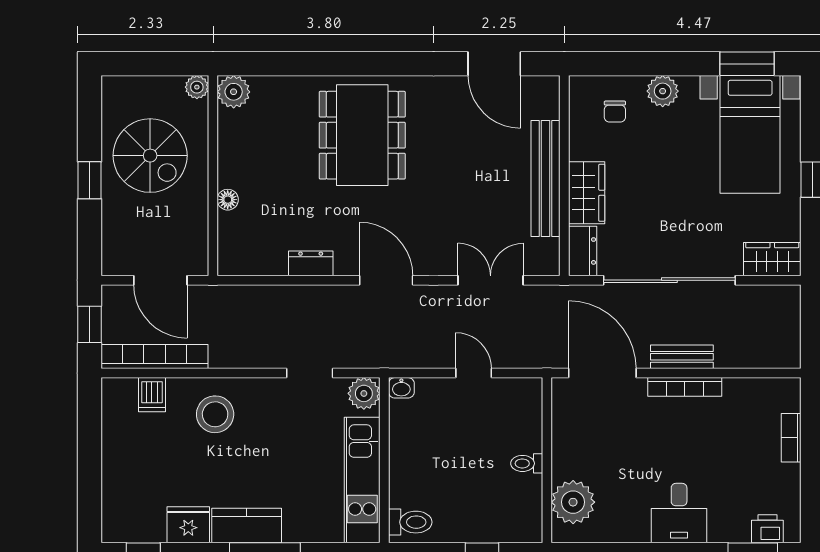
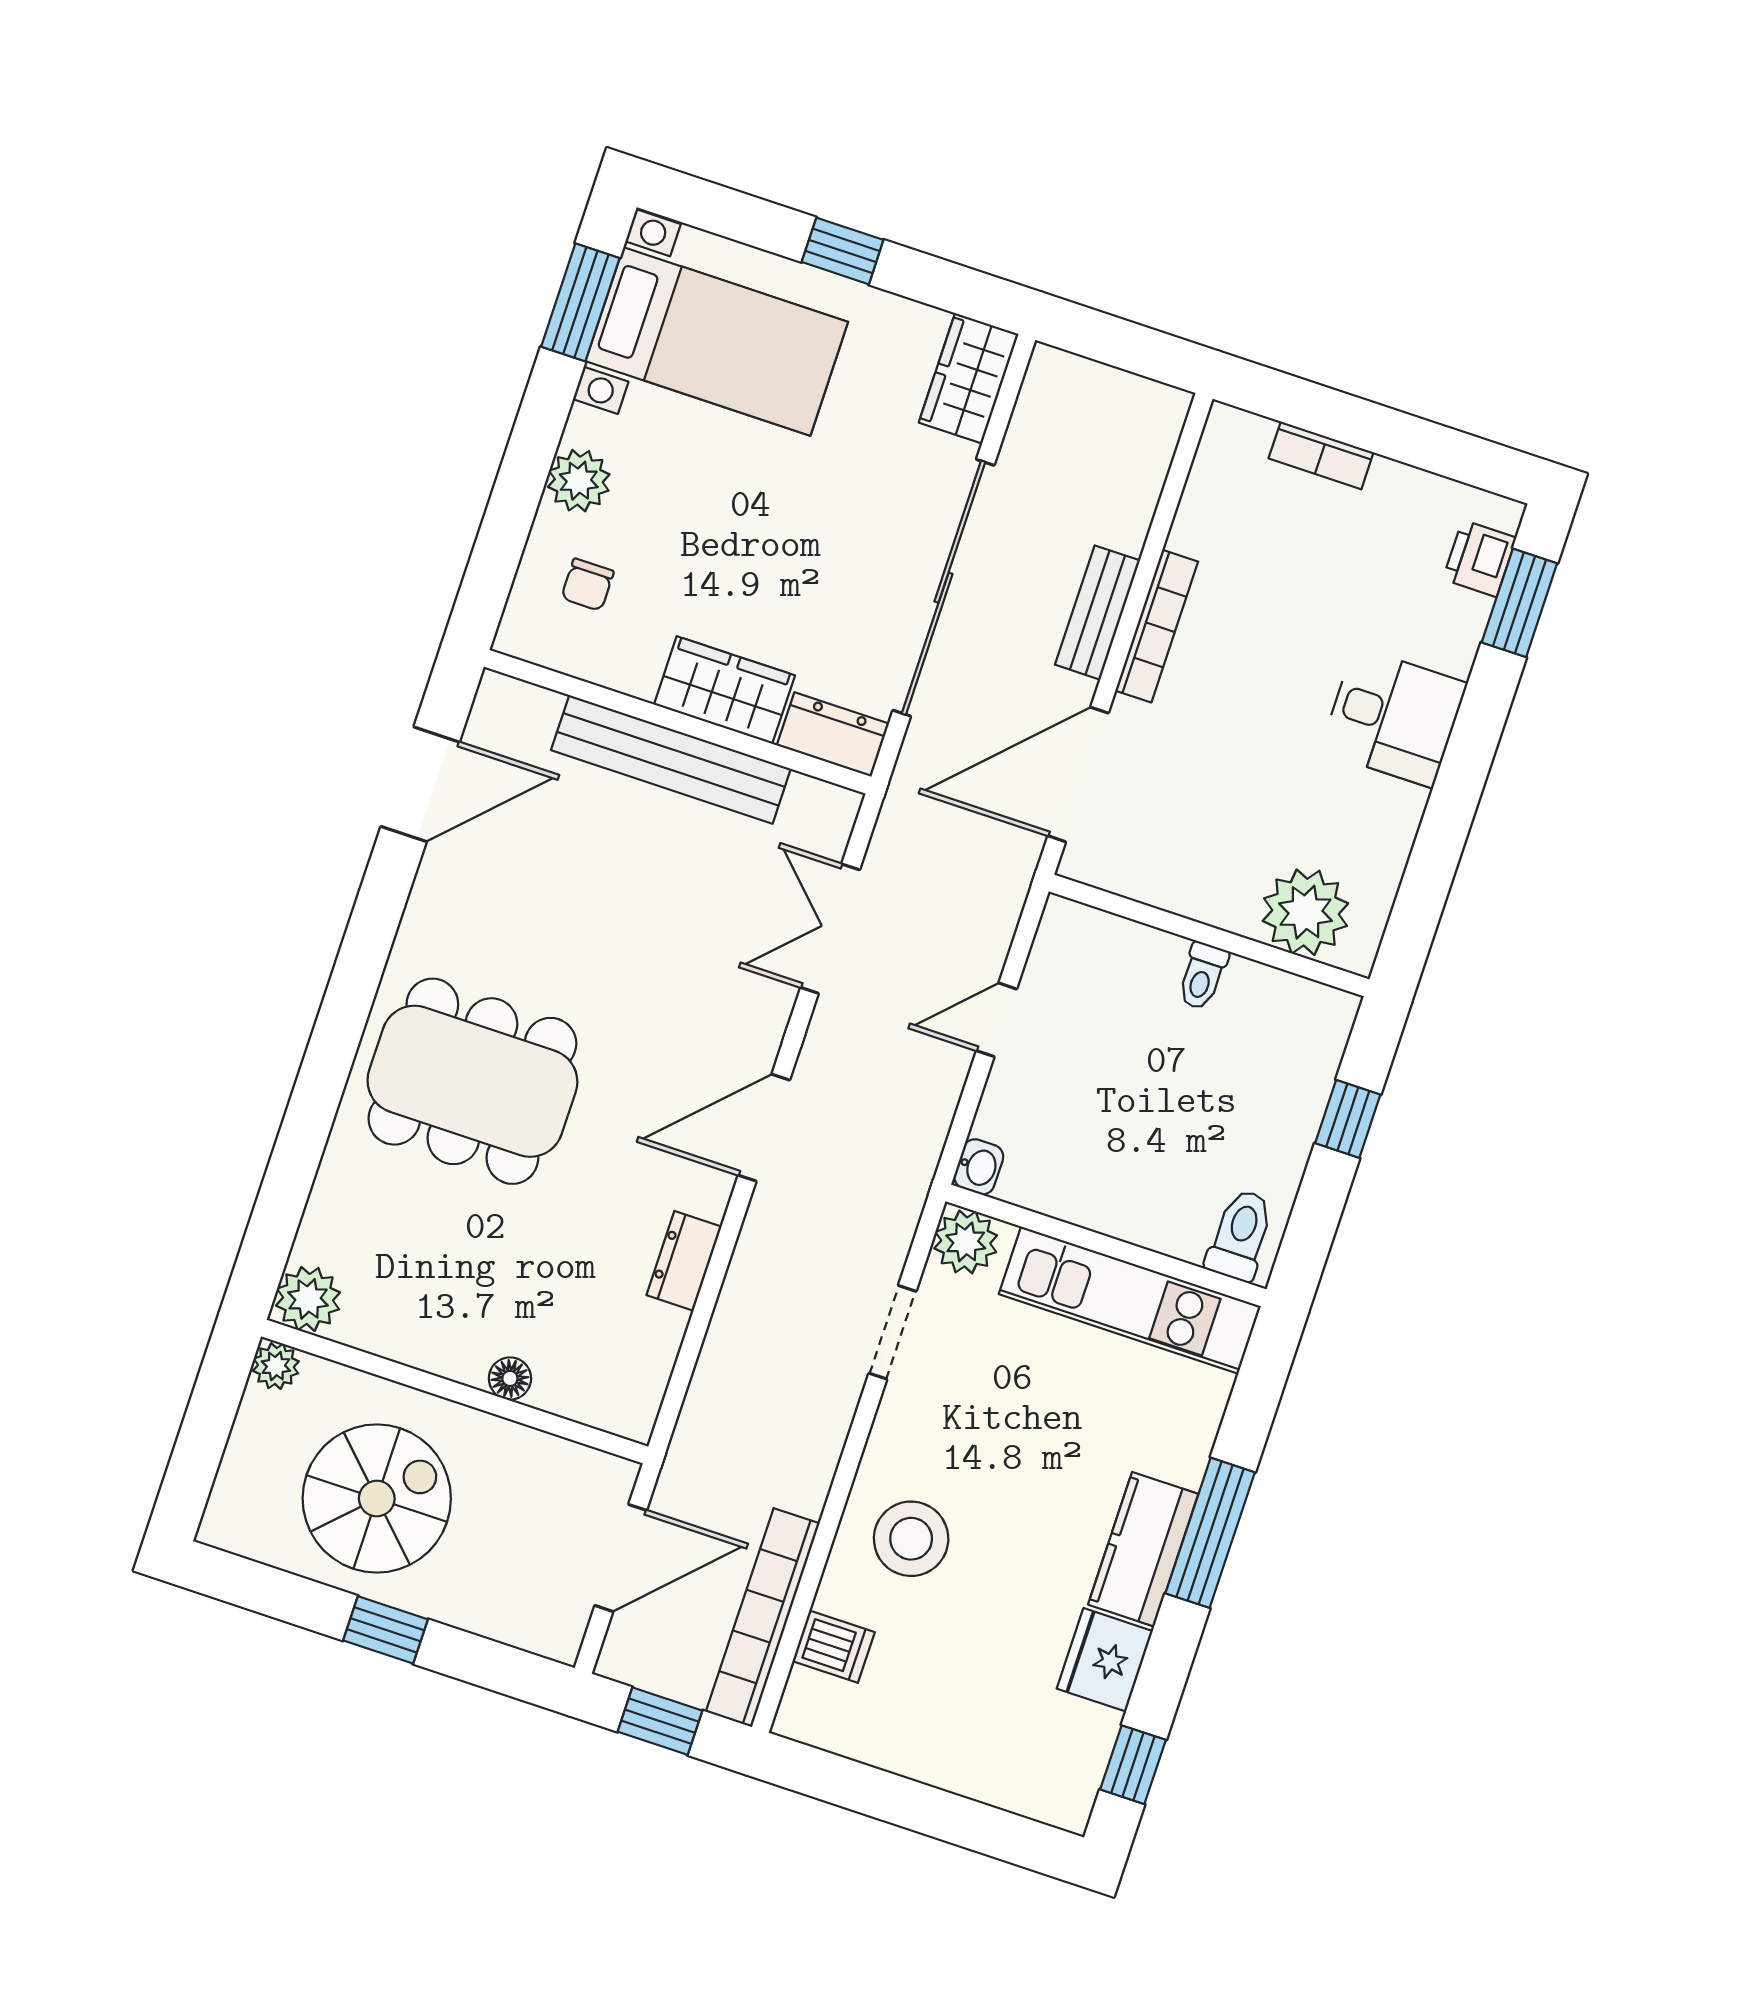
chair: (615, 112) -> (588, 585), turned 90

